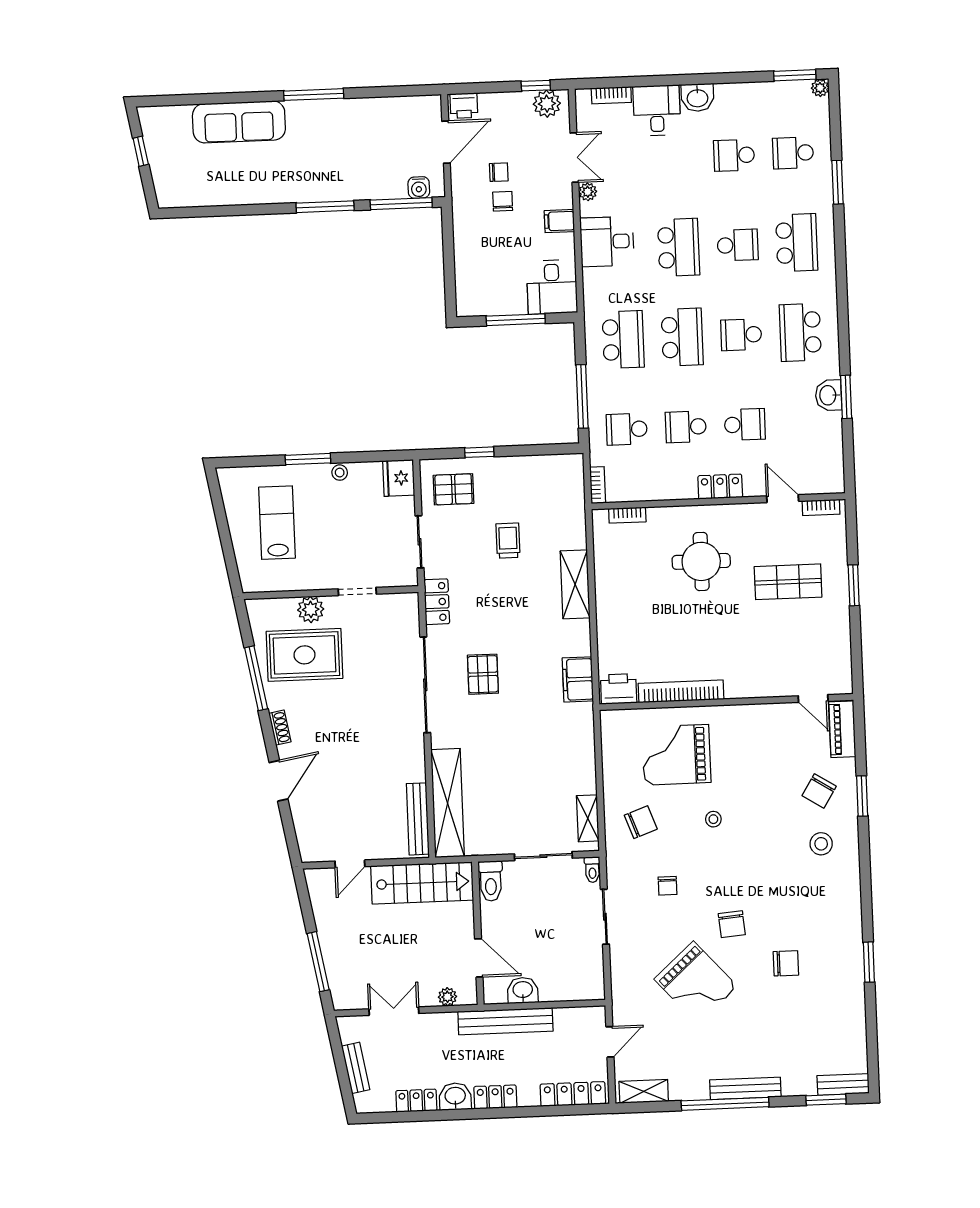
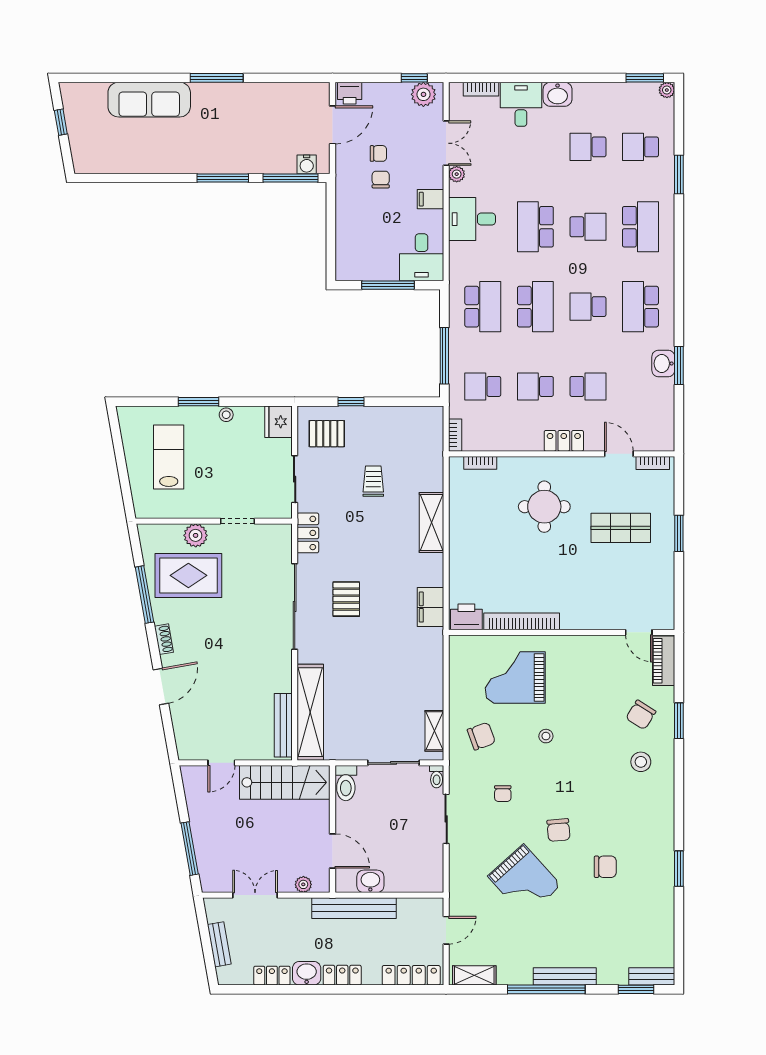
school desk: (679, 247) -> (535, 227), turned 180

